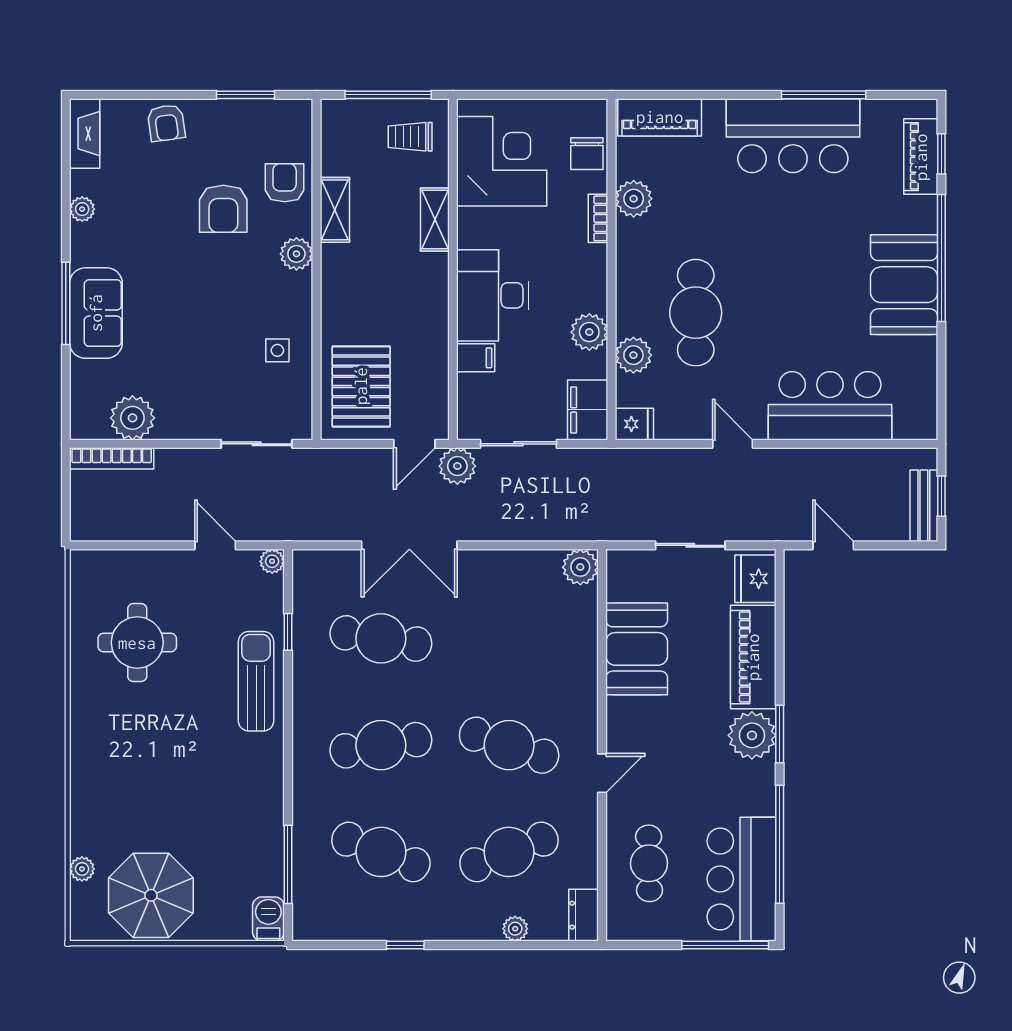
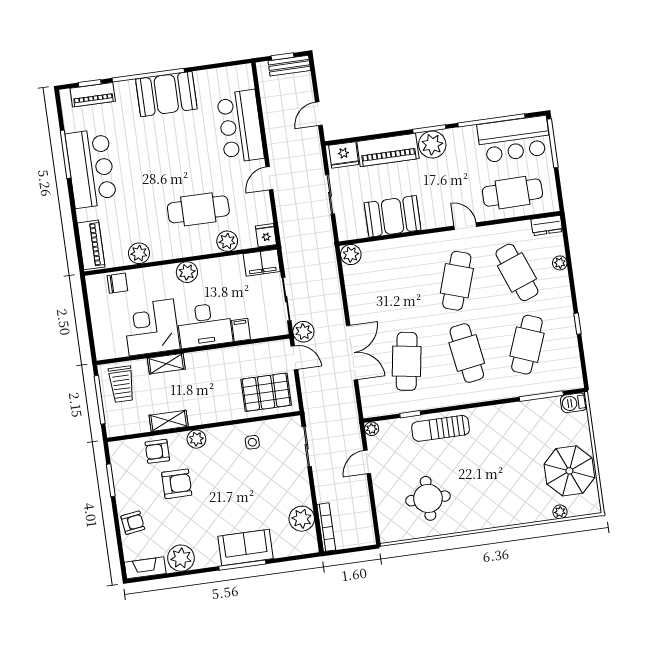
trolley: (410, 137) -> (122, 384), width x1.36, depth x1.39
corner desk: (502, 161) -> (151, 327), moved
plant: (82, 209) -> (181, 558), width x1.88, depth x1.88
bookcase: (598, 218) -> (153, 272), removed
plant: (589, 332) -> (187, 272), moved
cafe table: (649, 863) -> (512, 193), width x1.37, depth x1.35

